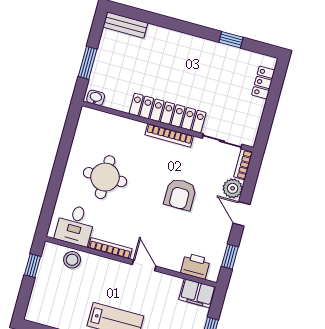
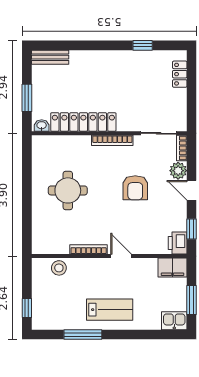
locker: (168, 113) -> (83, 122), moved
desk: (75, 225) -> (54, 238), removed
window: (33, 266) -> (27, 308), moved
printer: (195, 266) -> (178, 243), moved, turned -90

